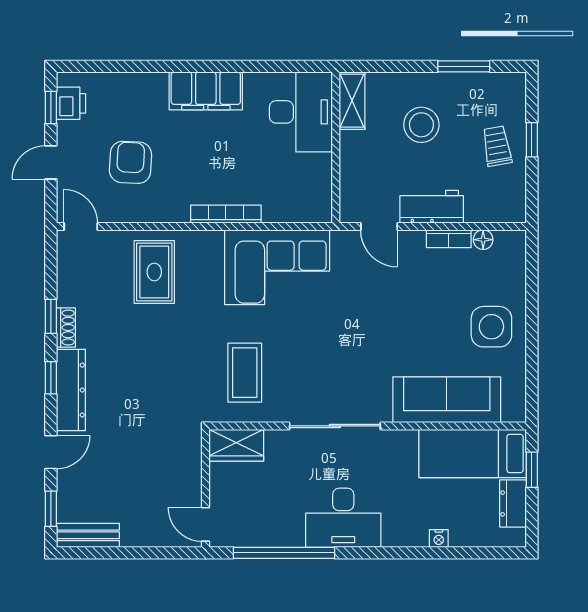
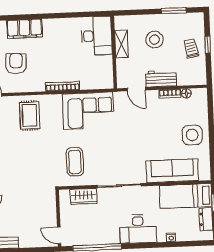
filing cabinet: (206, 91) -> (24, 29), moved
shelving: (352, 101) -> (121, 44), moved
wardrobe: (236, 445) -> (84, 196), moved
desk: (343, 518) -> (138, 229), moved

